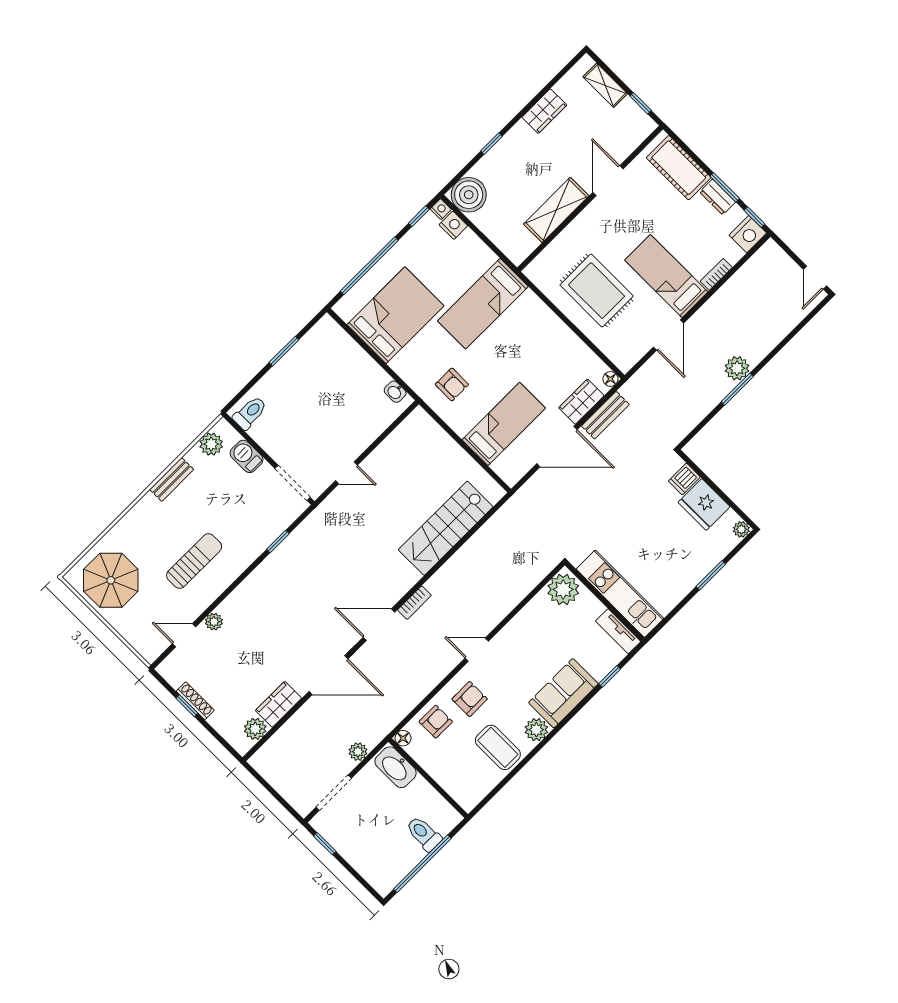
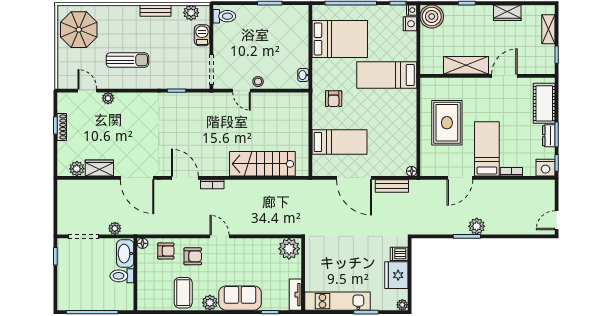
wardrobe: (581, 402) -> (387, 168), removed
stool: (354, 446) -> (258, 82), added
kitchen unit: (620, 594) -> (337, 301), moved, turned -90
toilet: (424, 834) -> (122, 276), moved, turned -90

